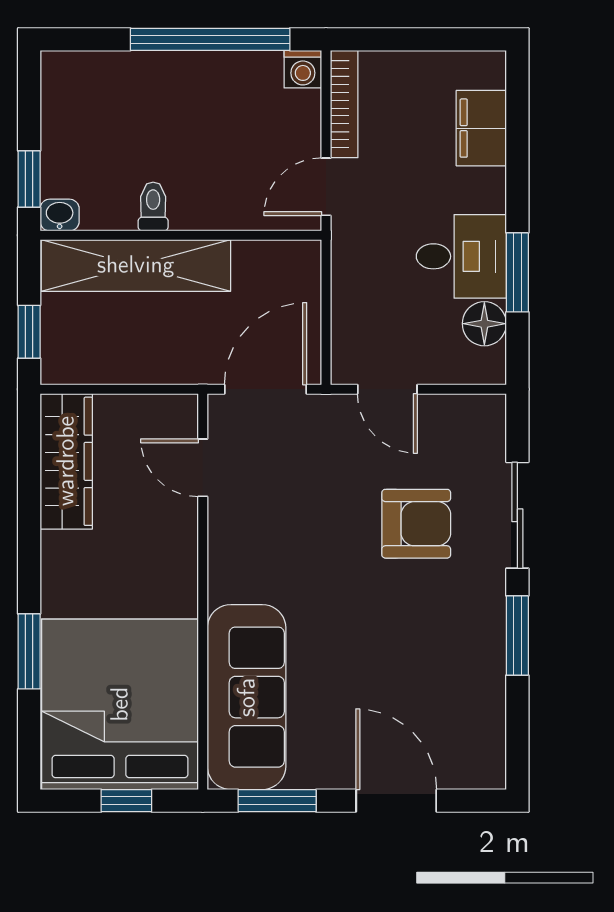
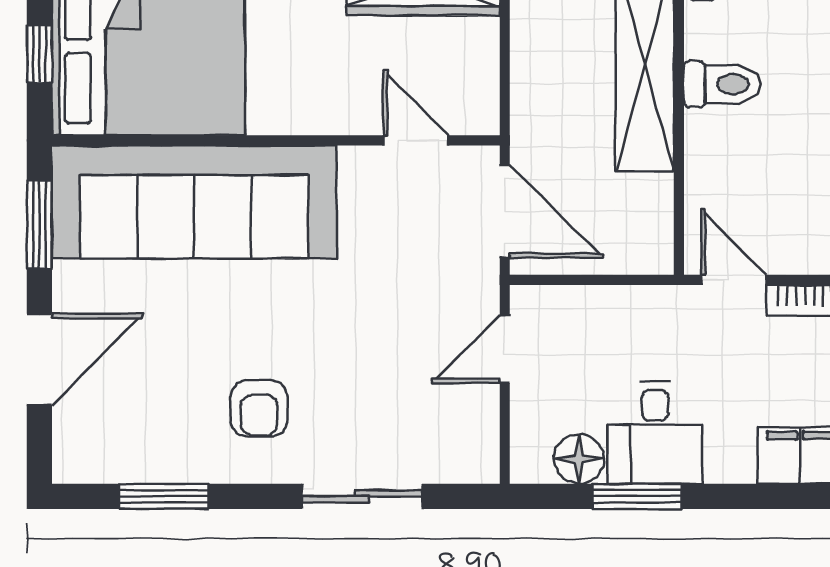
toilet: (153, 206) -> (722, 84), width x1.37, depth x1.39
door: (203, 468) -> (416, 140), hinge flipped
armchair: (416, 524) -> (259, 408), moved, width x0.72, depth x0.72
window: (517, 636) -> (164, 496), moved
sofa: (247, 697) -> (194, 202), width x1.36, depth x1.27

